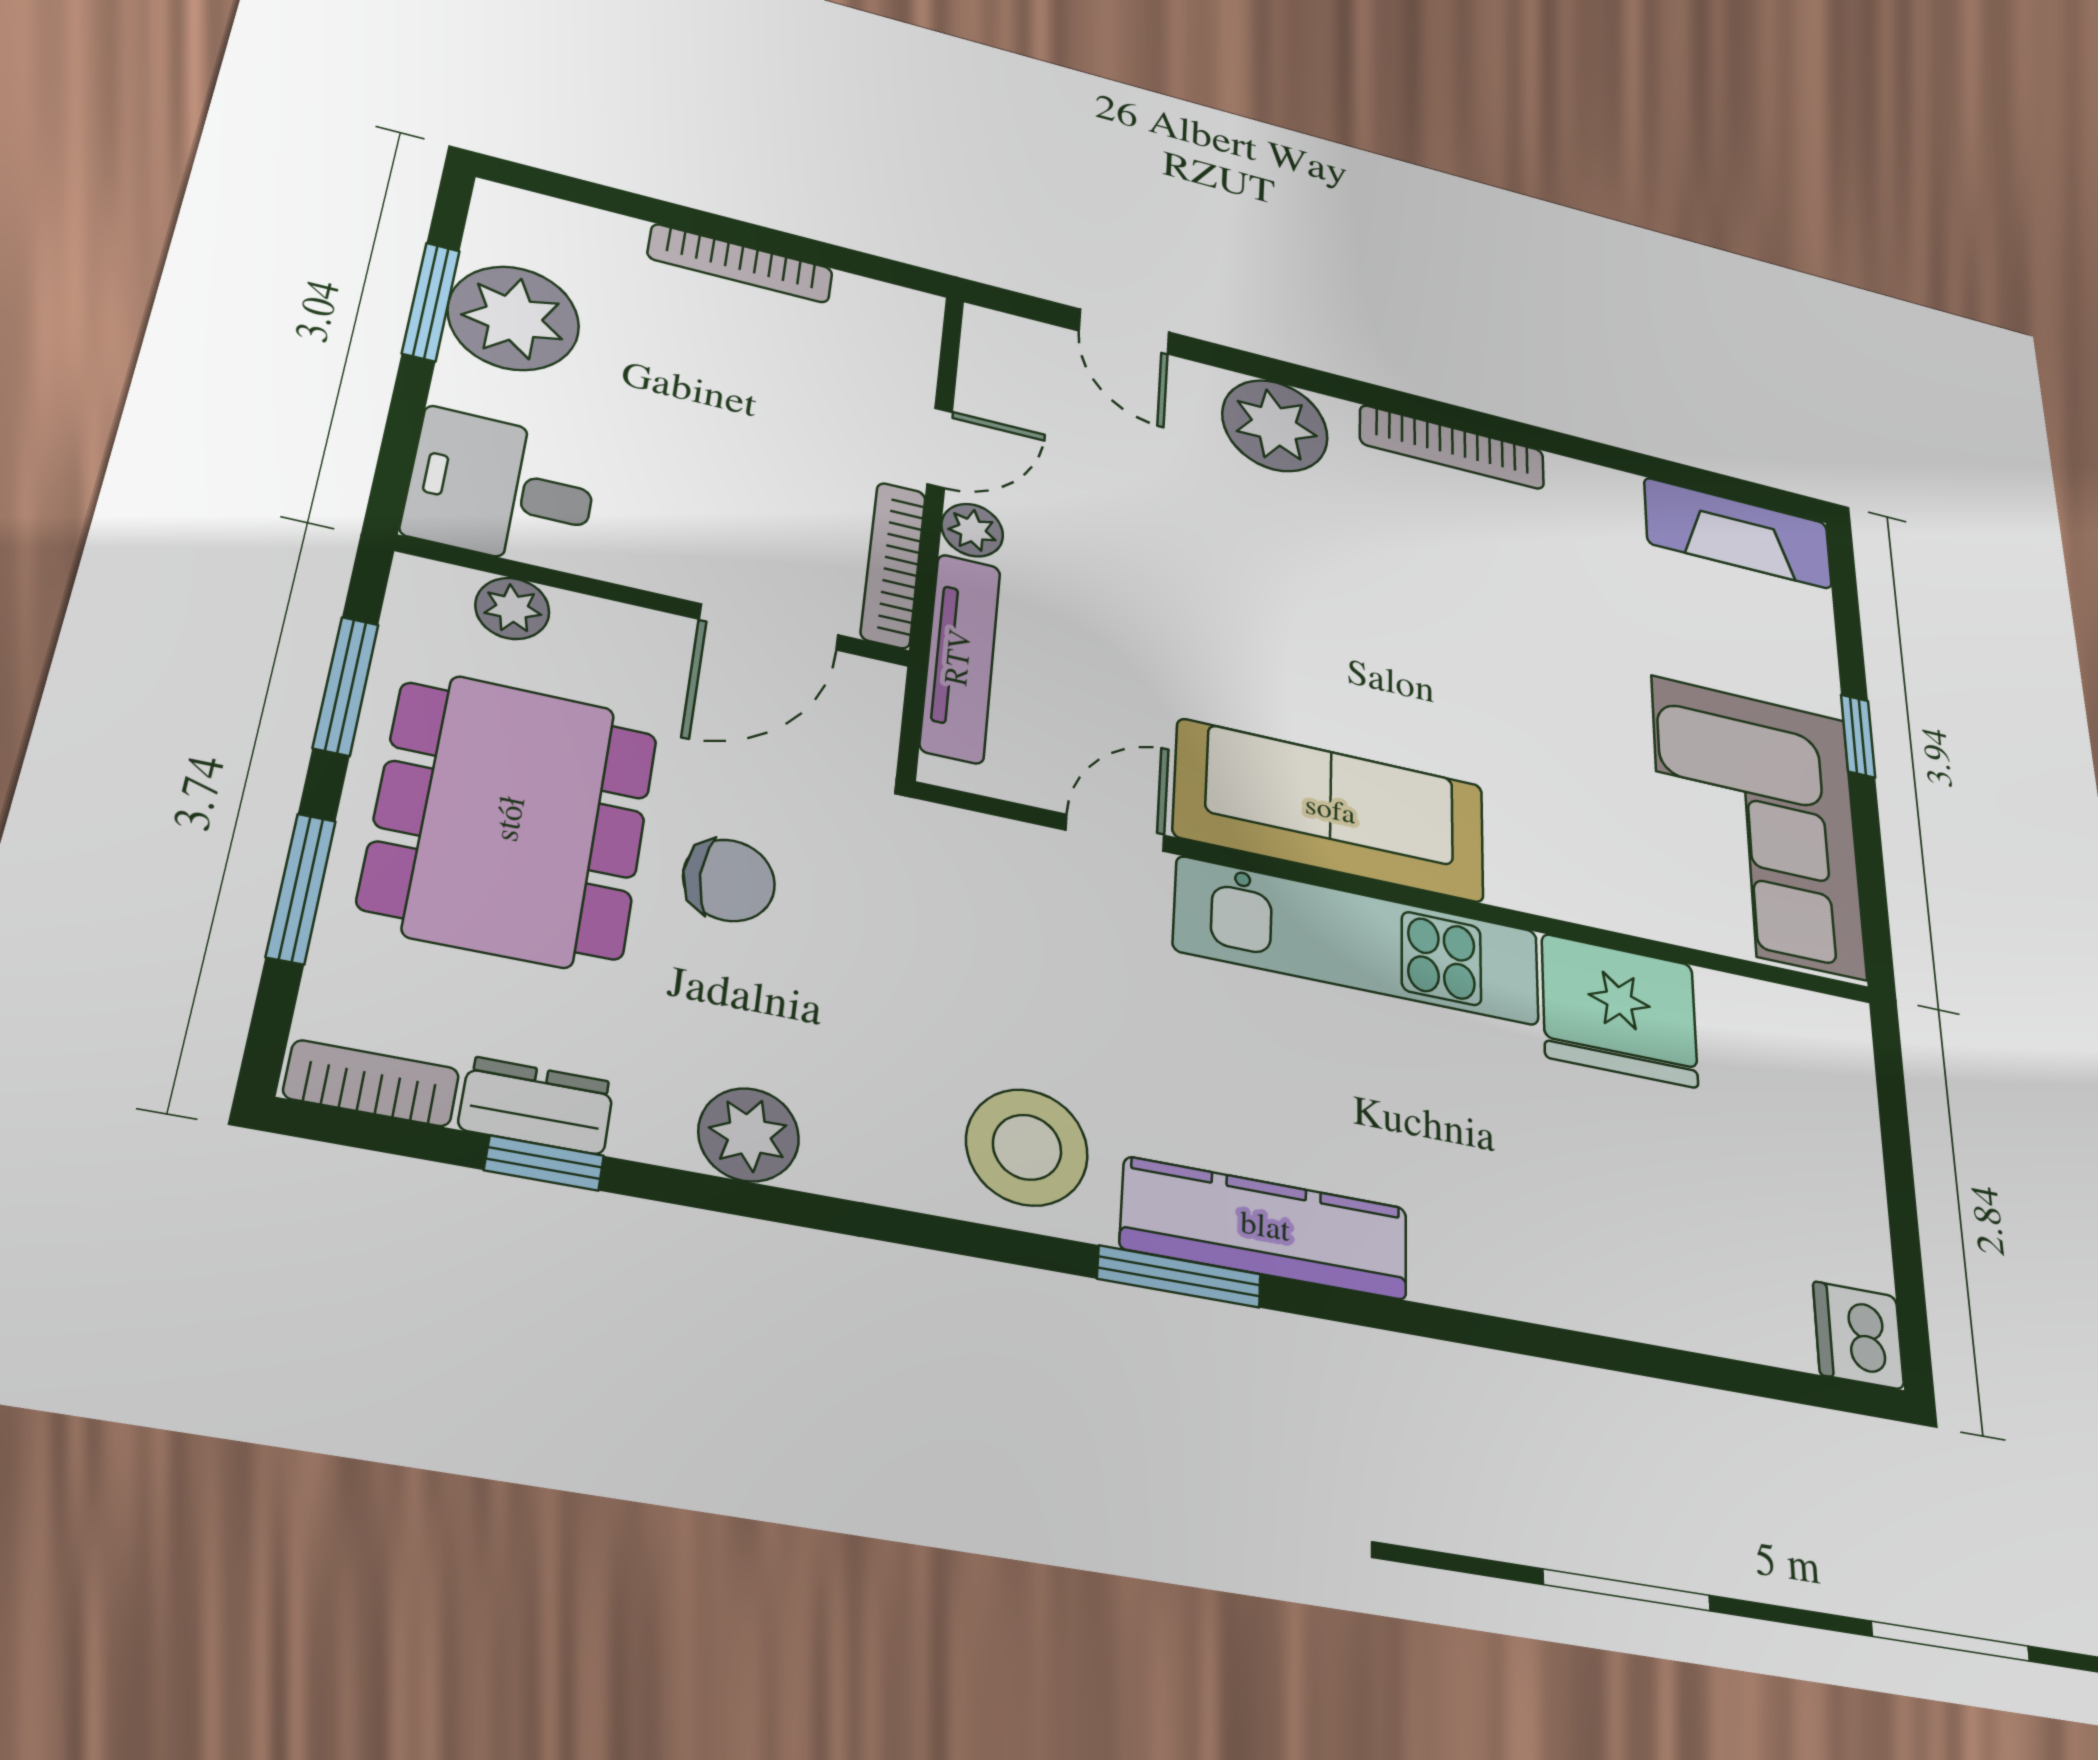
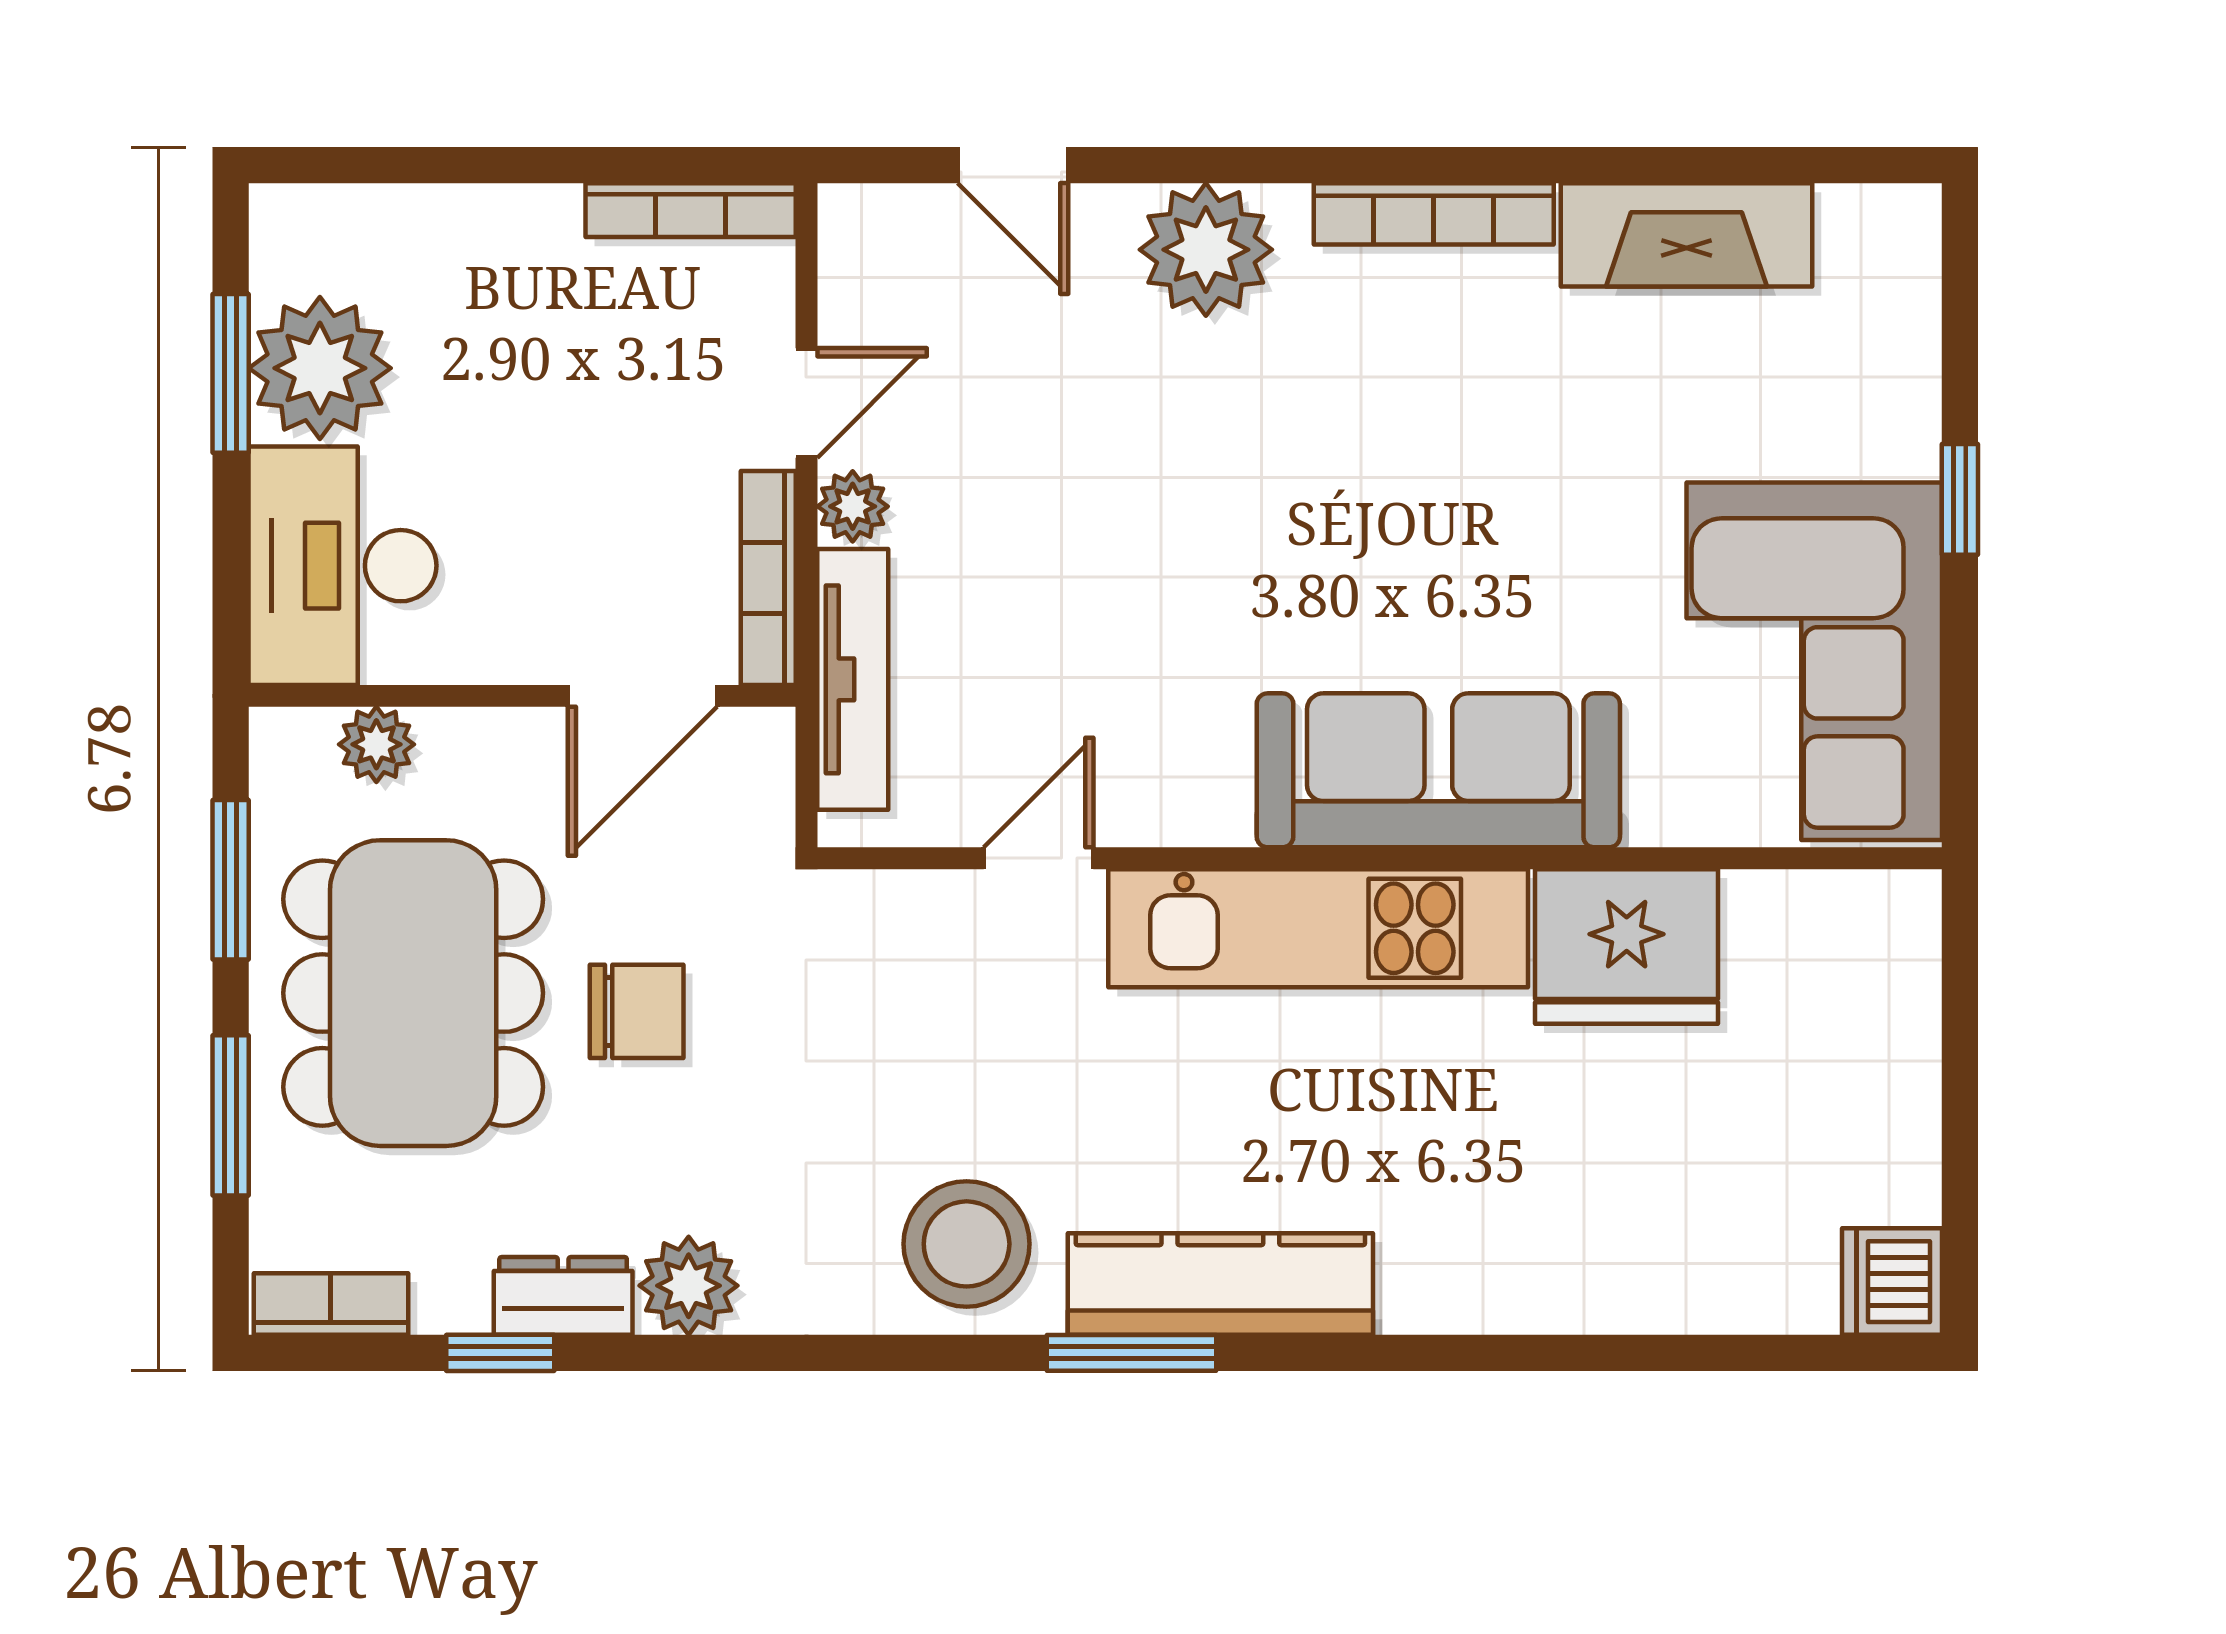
bookcase: (740, 263) -> (691, 210), moved
desk: (502, 489) -> (343, 566), width x1.37
fireplace: (1738, 533) -> (1686, 235), moved
sofa: (1330, 811) -> (1438, 770), moved
dresser: (537, 1106) -> (563, 1296), moved

